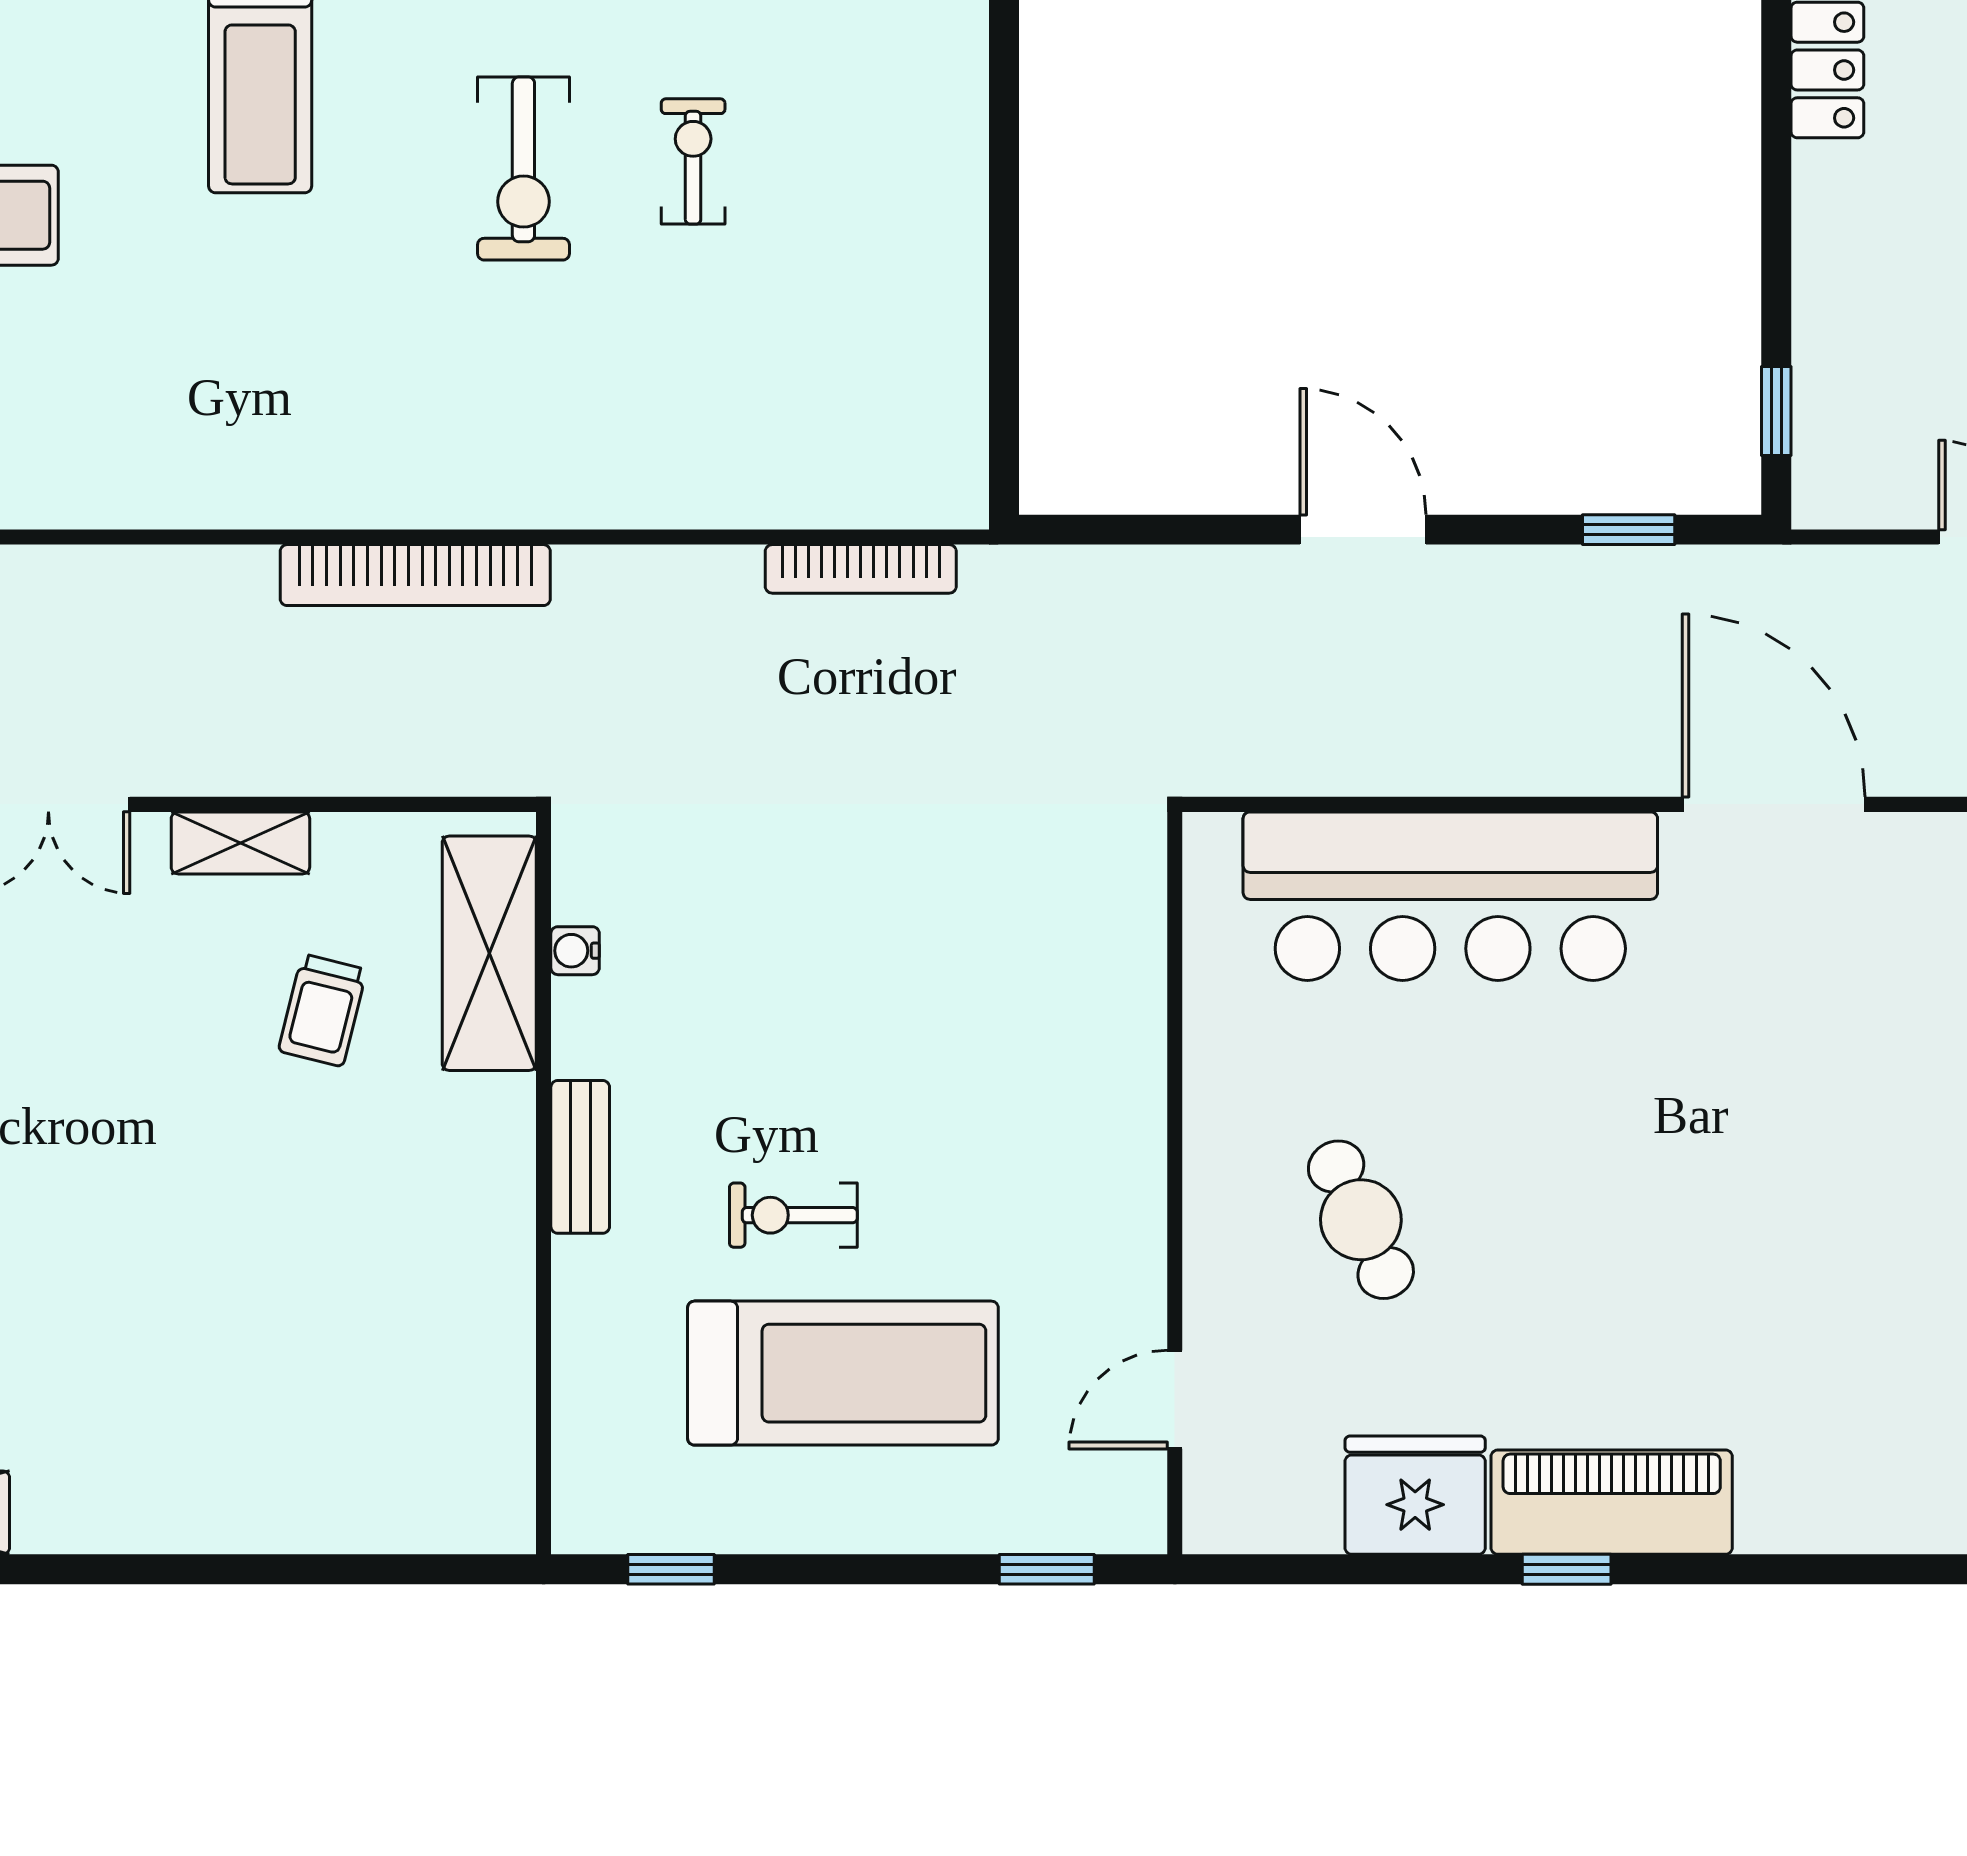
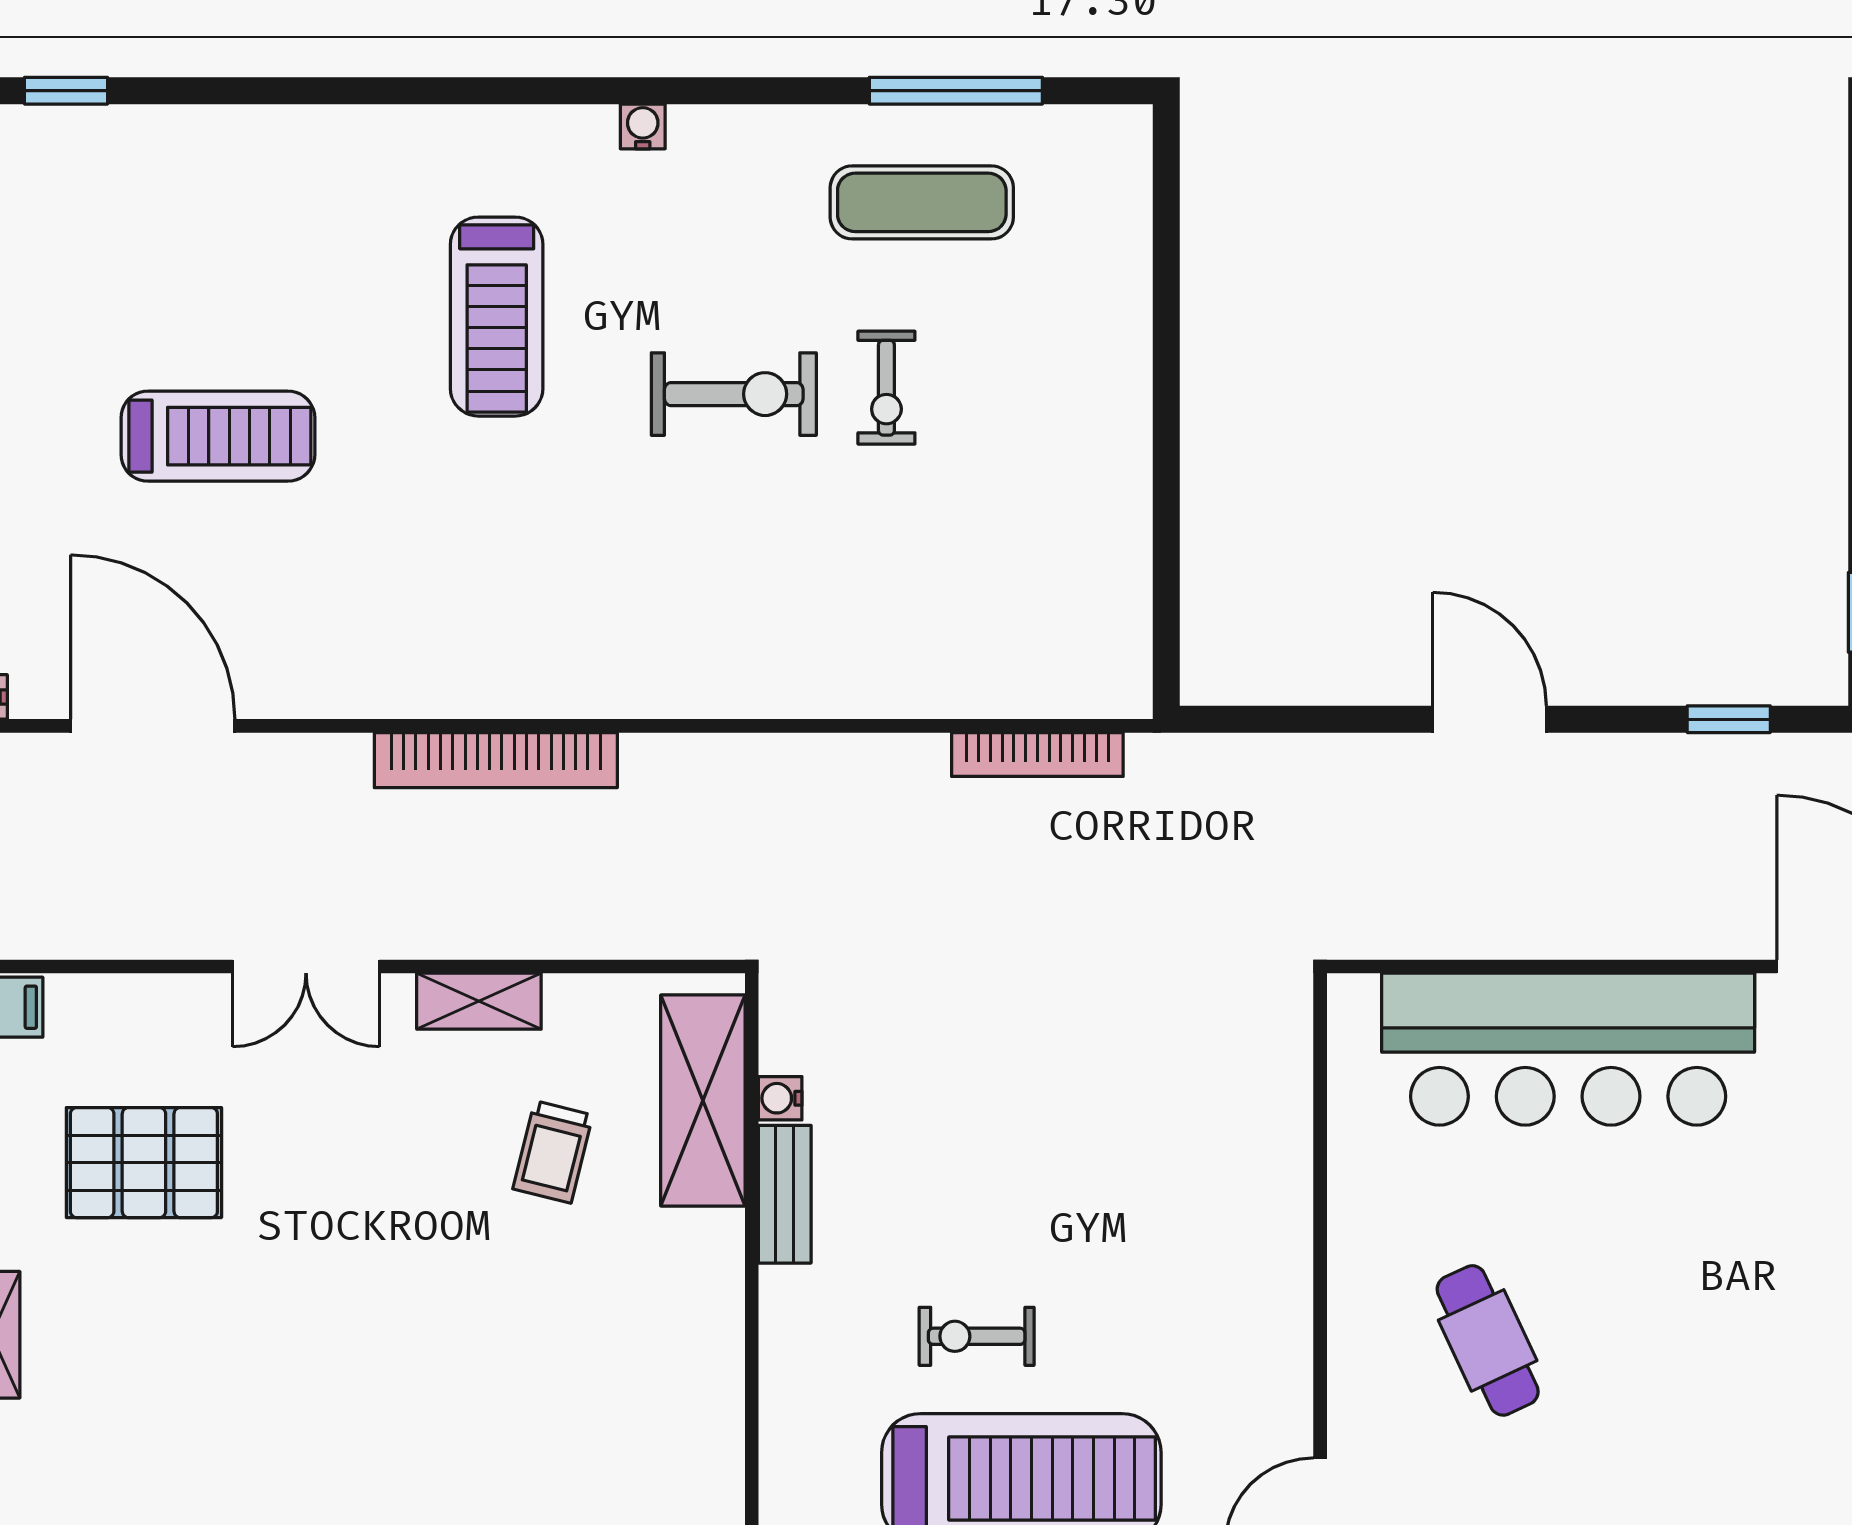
exercise bike: (693, 161) -> (886, 388), turned 180
exercise bike: (523, 169) -> (734, 394), turned -90
bookcase: (415, 575) -> (496, 760), moved
bench: (580, 1157) -> (785, 1194), moved

